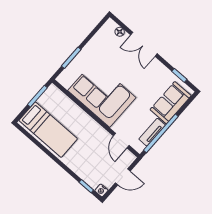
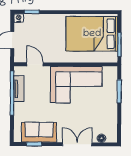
sofa: (171, 103) -> (39, 132), moved, turned -90
bed: (48, 130) -> (92, 34), width x1.50

